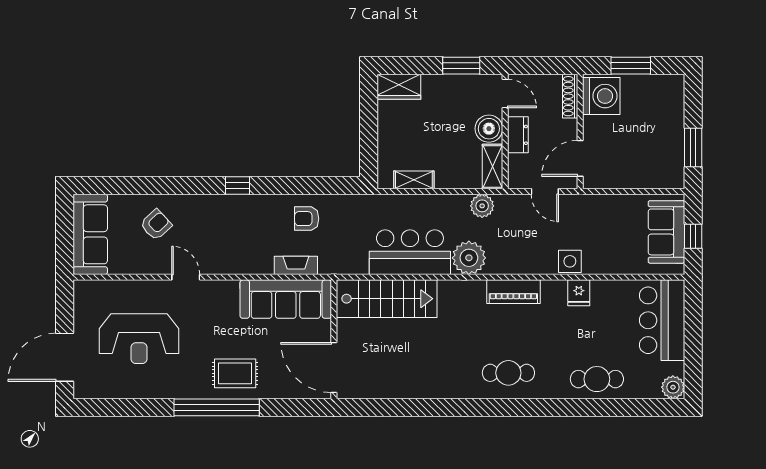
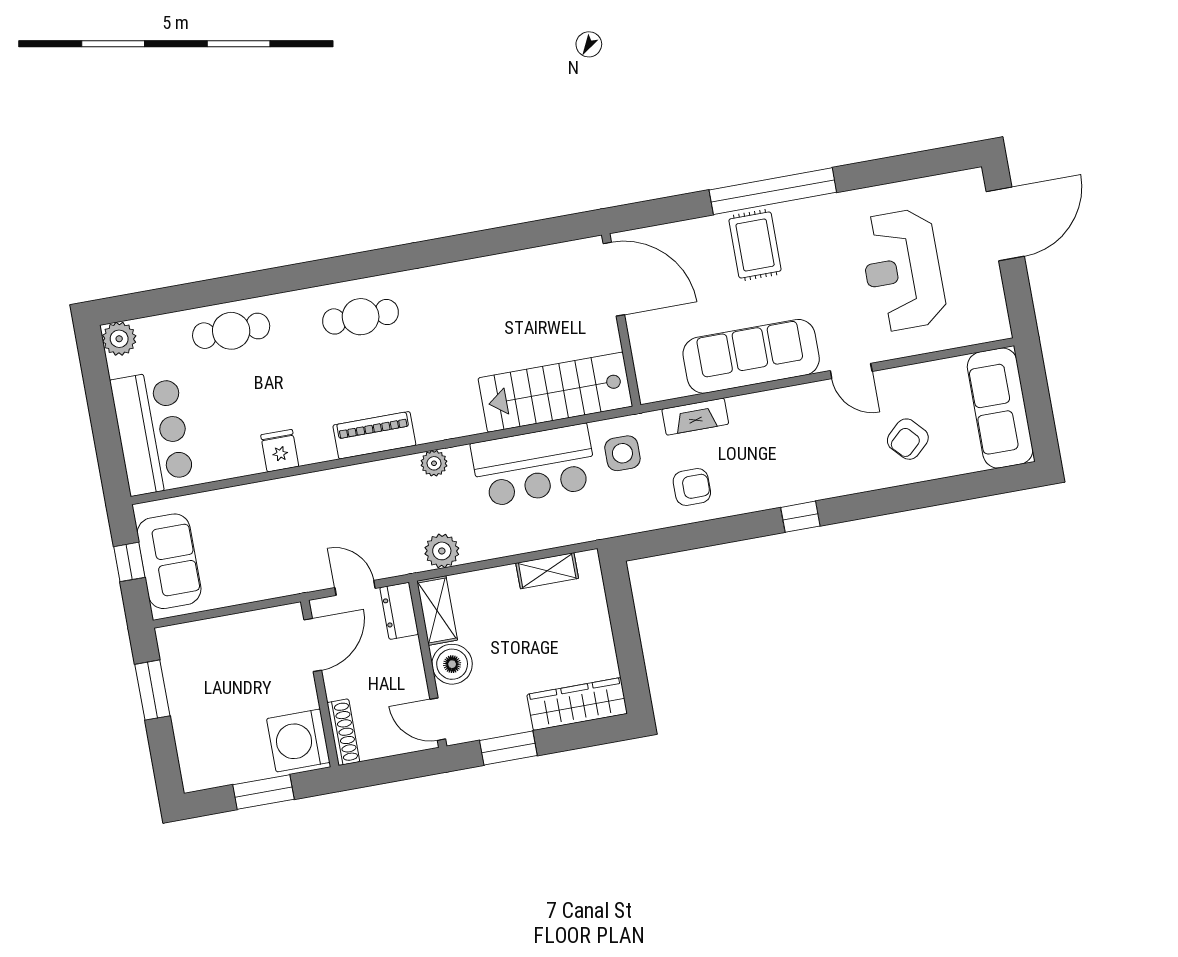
wardrobe: (399, 87) -> (577, 704), width x1.50
dresser: (518, 135) -> (399, 611), moved
plant: (469, 258) -> (434, 463), width x0.53, depth x0.53
side table: (570, 261) -> (622, 453), moved
sofa: (286, 299) -> (751, 356), moved
reception desk: (139, 339) -> (903, 270), turned -90
rug: (235, 373) -> (755, 245), turned 90

